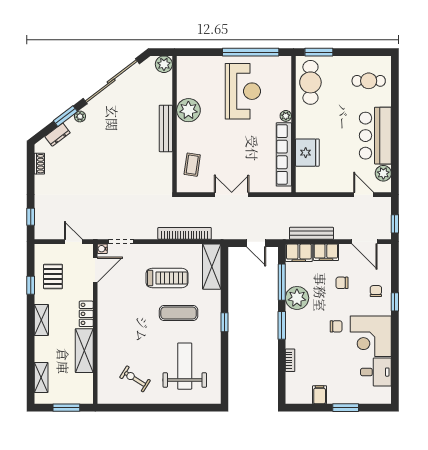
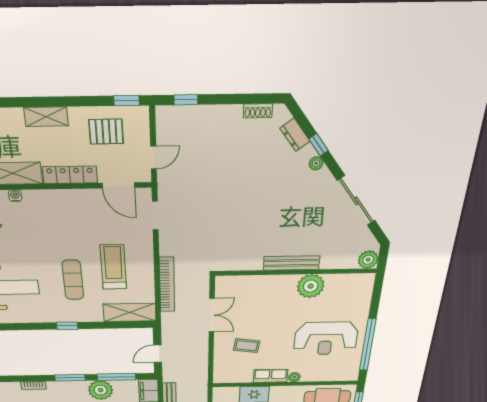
sliding door: (111, 81) -> (356, 201), width x0.73
window: (65, 116) -> (319, 145), width x0.67
row of seats: (284, 154) -> (271, 376), width x0.50
coffee table: (192, 165) -> (247, 346), moved
double door: (232, 195) -> (212, 315), moved
water cooler: (102, 249) -> (15, 196), moved
treadmill: (167, 278) -> (113, 267), turned 180
window: (31, 285) -> (127, 101), moved
locker: (86, 314) -> (70, 175), width x1.53

